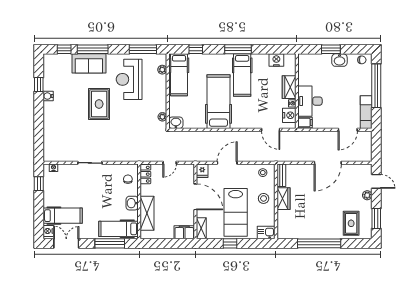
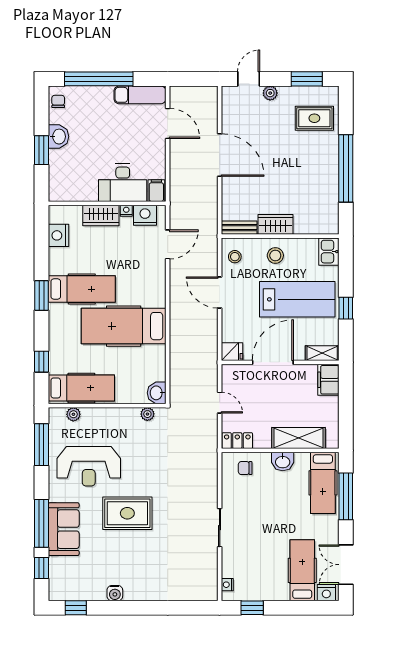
window: (238, 49) -> (42, 296), width x0.69
window: (39, 84) -> (76, 608), moved
door: (227, 163) -> (220, 292), moved

